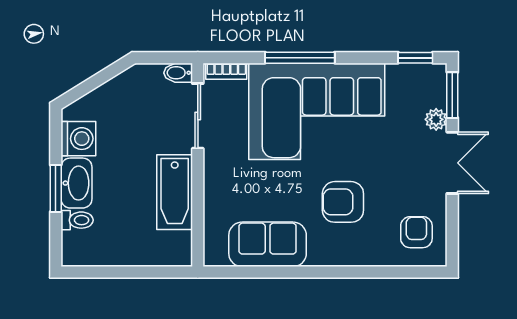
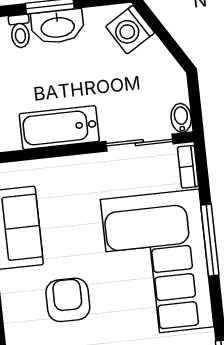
washing machine: (78, 139) -> (130, 30), moved, turned 58

